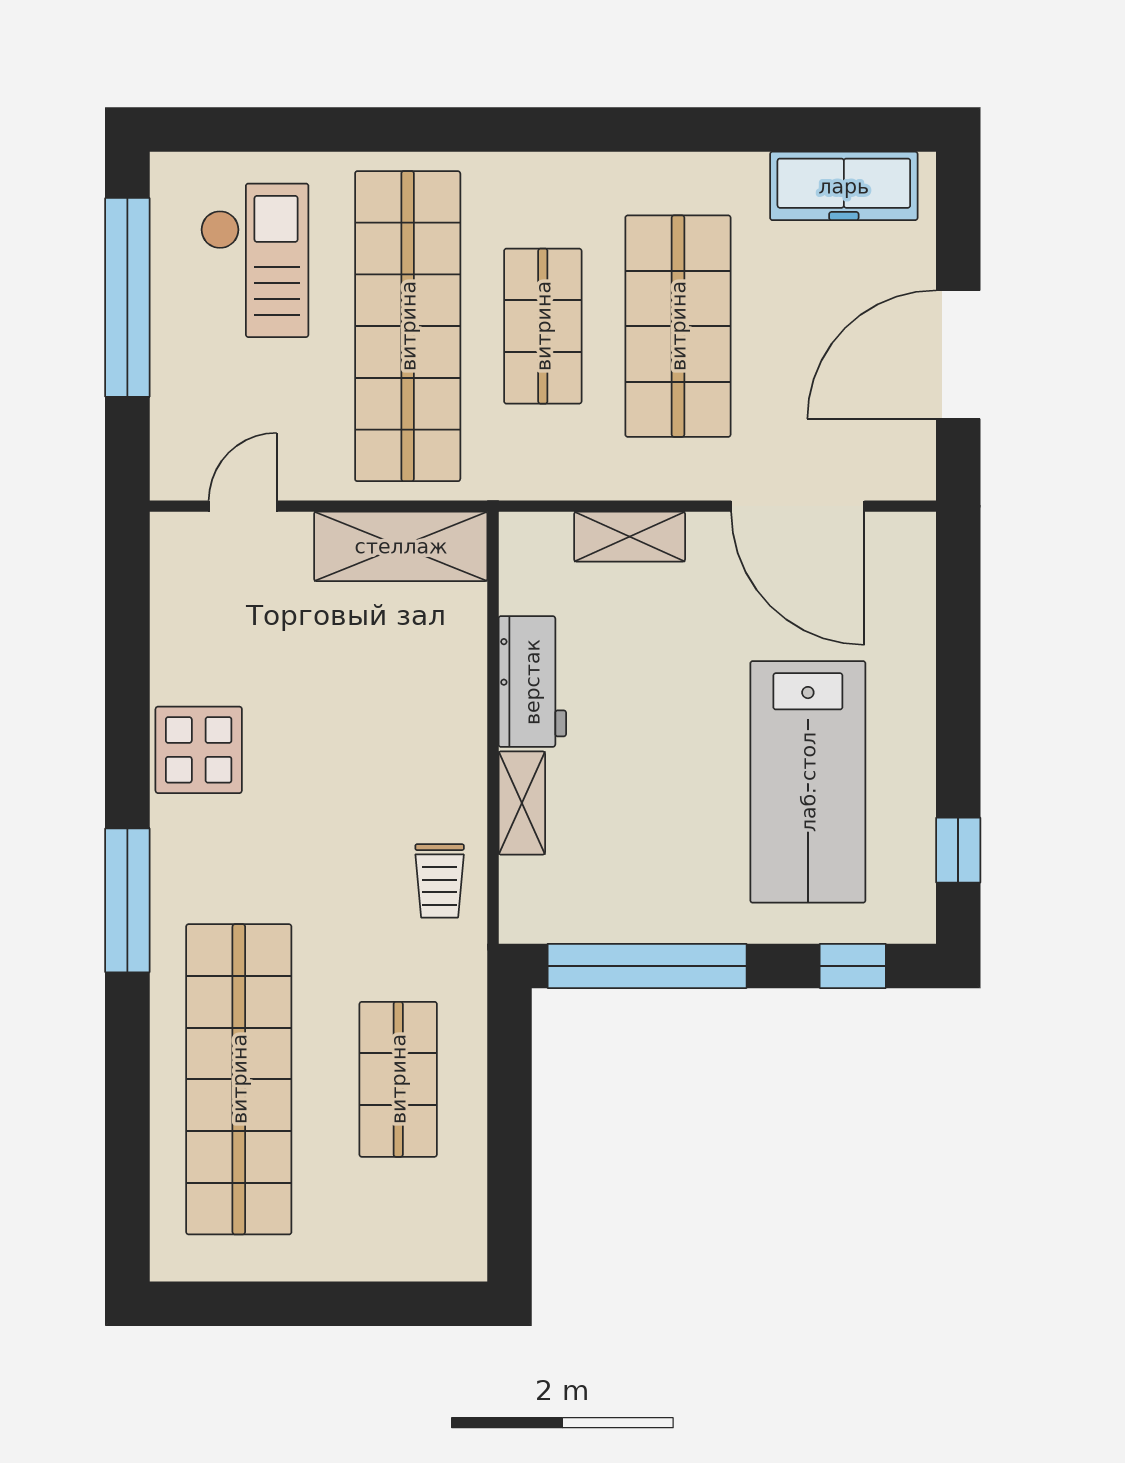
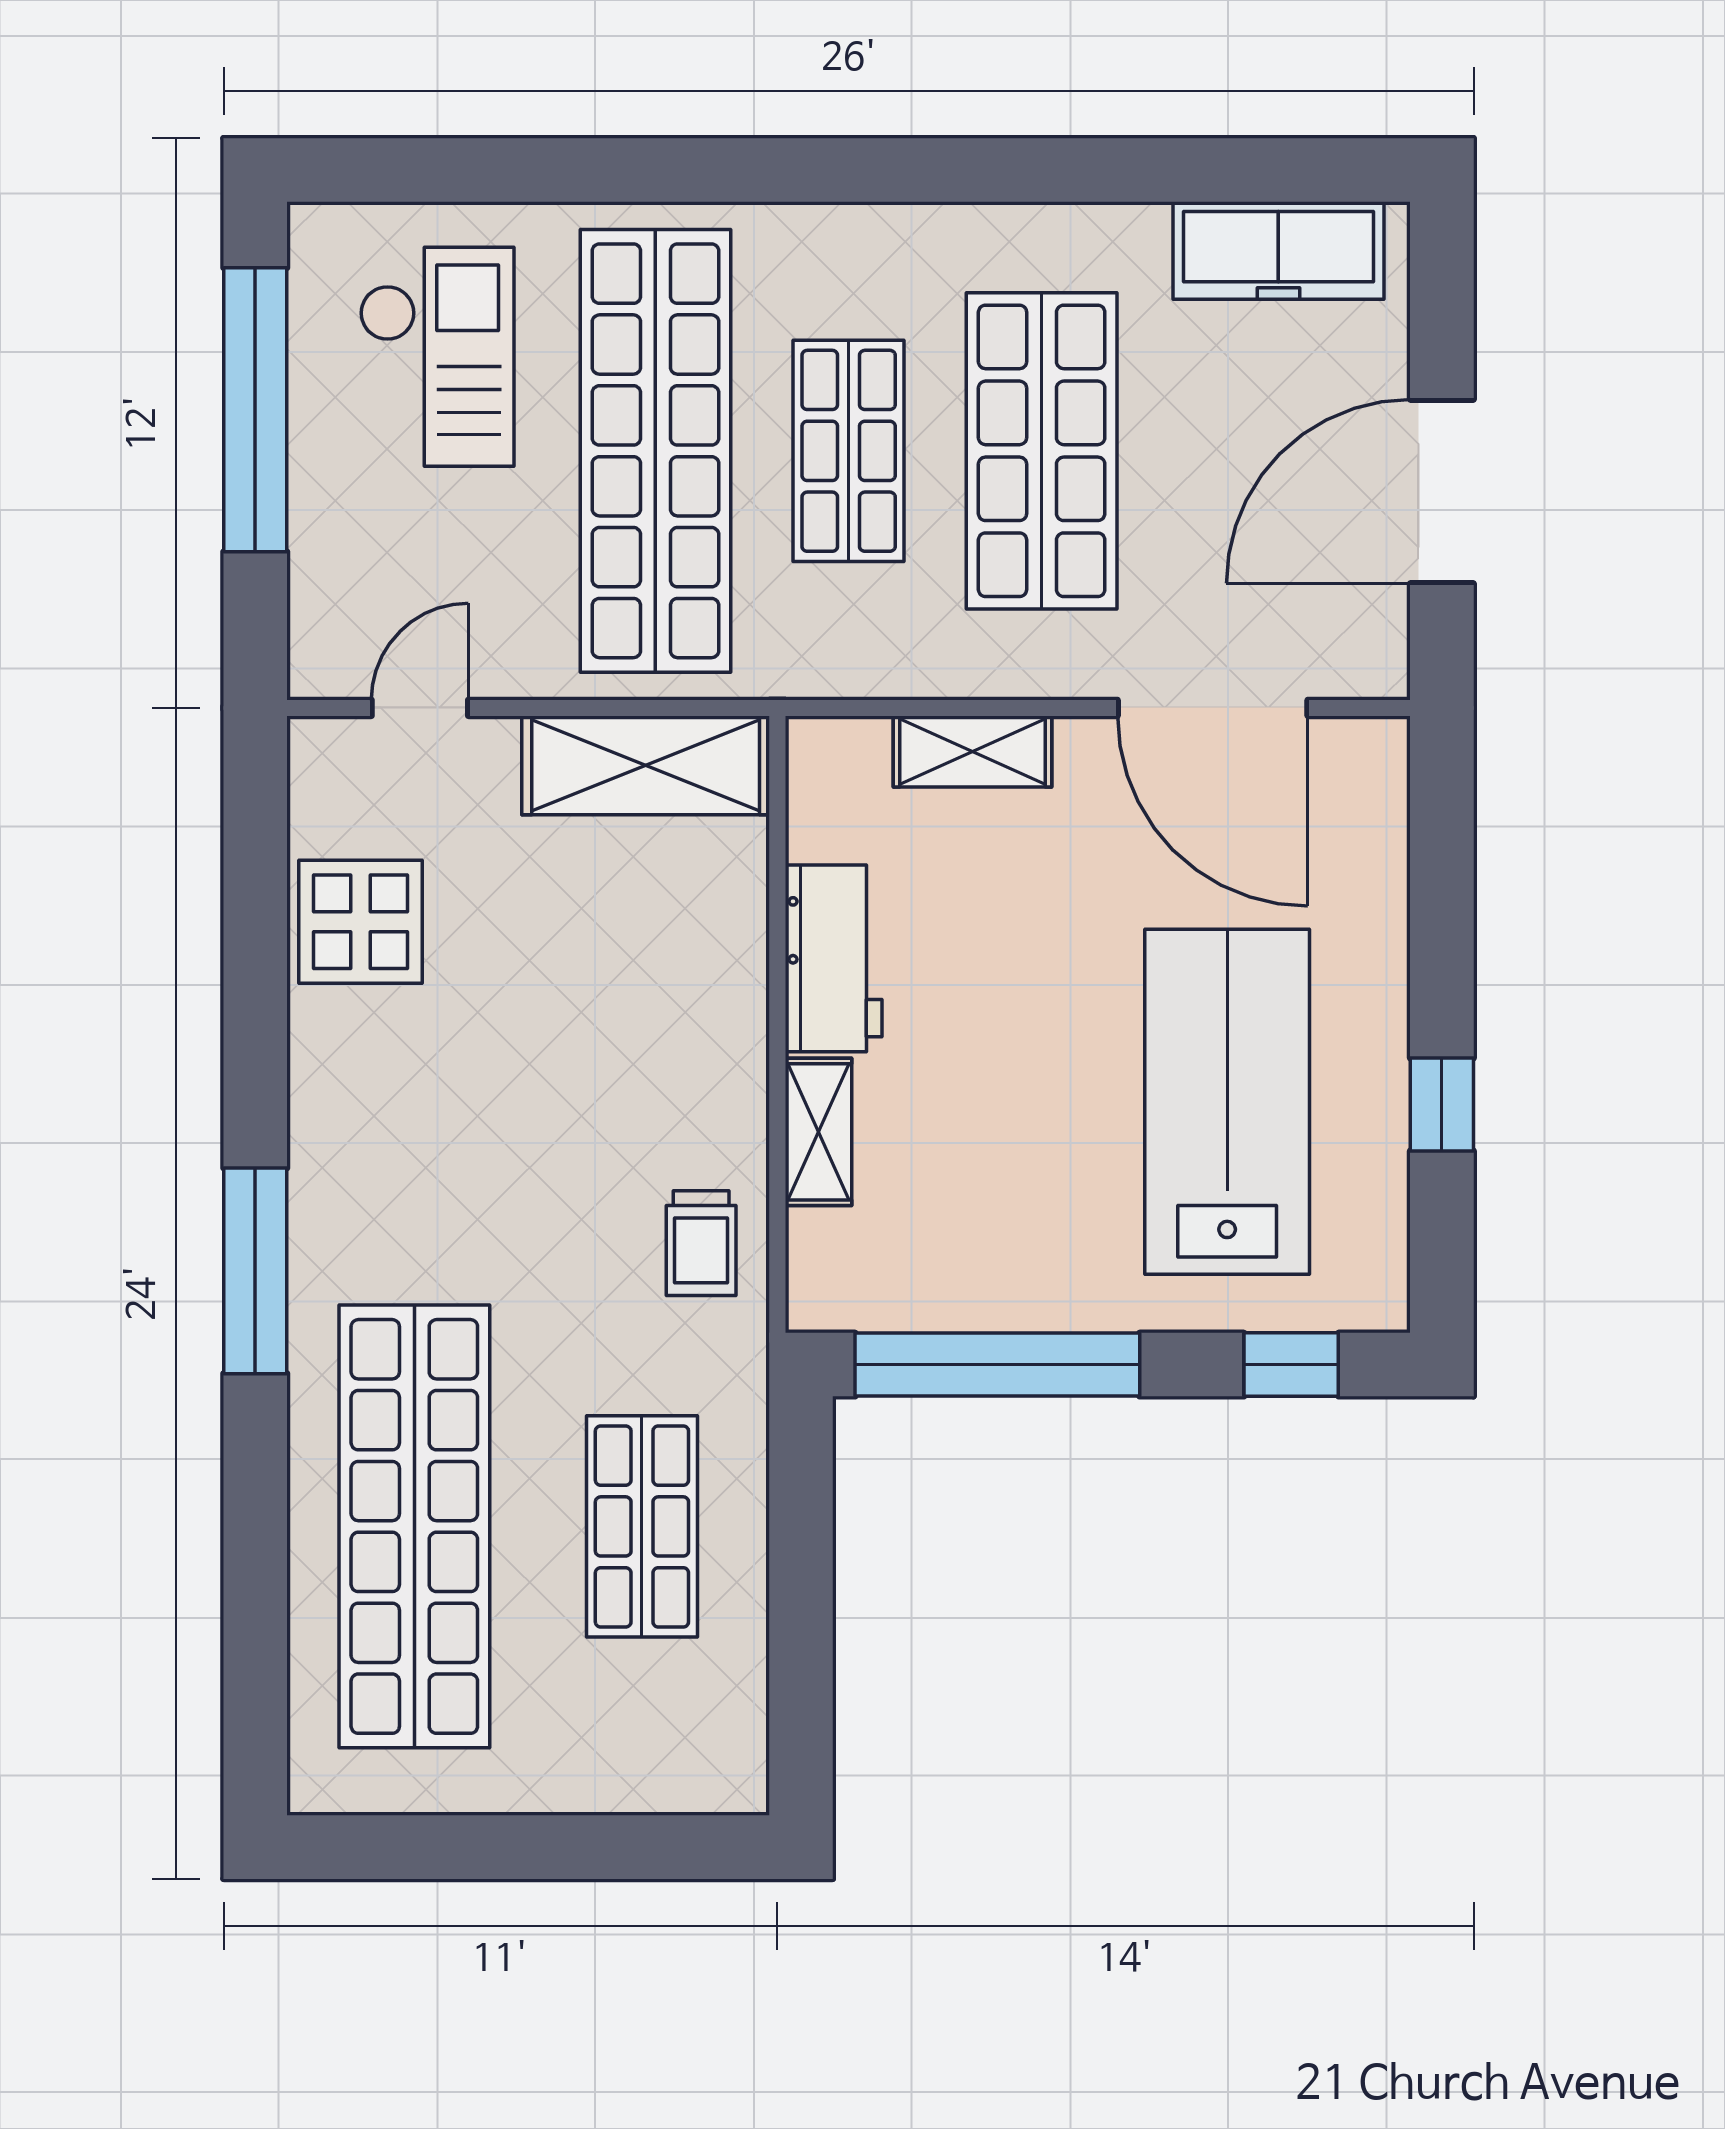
display table: (199, 750) -> (360, 922), moved
lab bench: (808, 782) -> (1227, 1102), turned 180
window: (958, 850) -> (1442, 1105), moved

